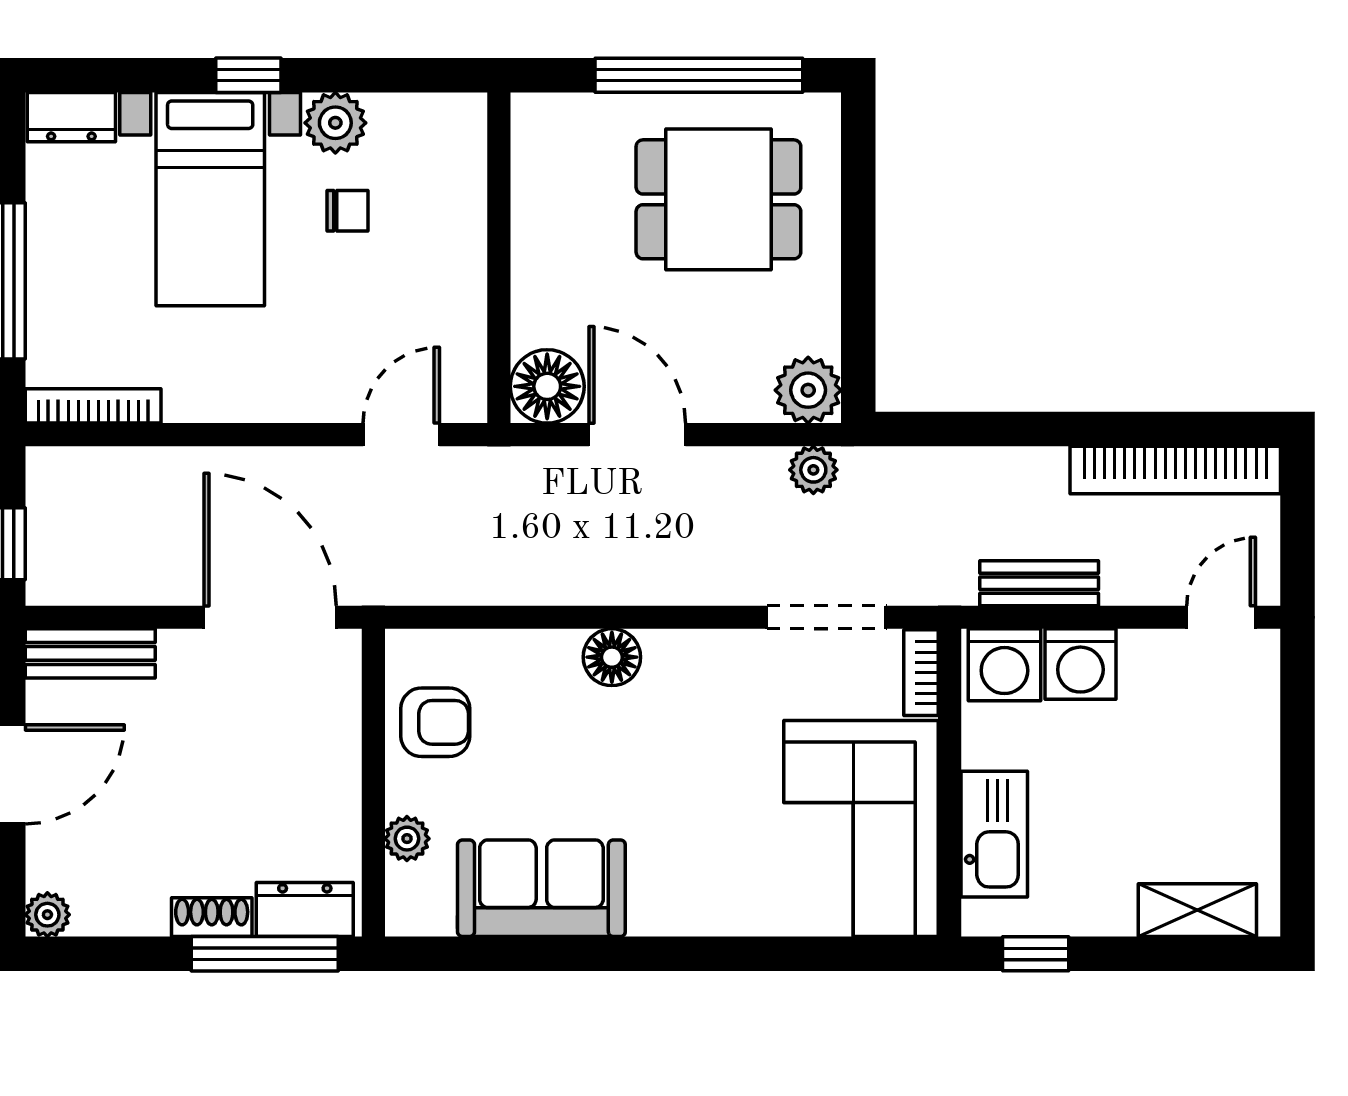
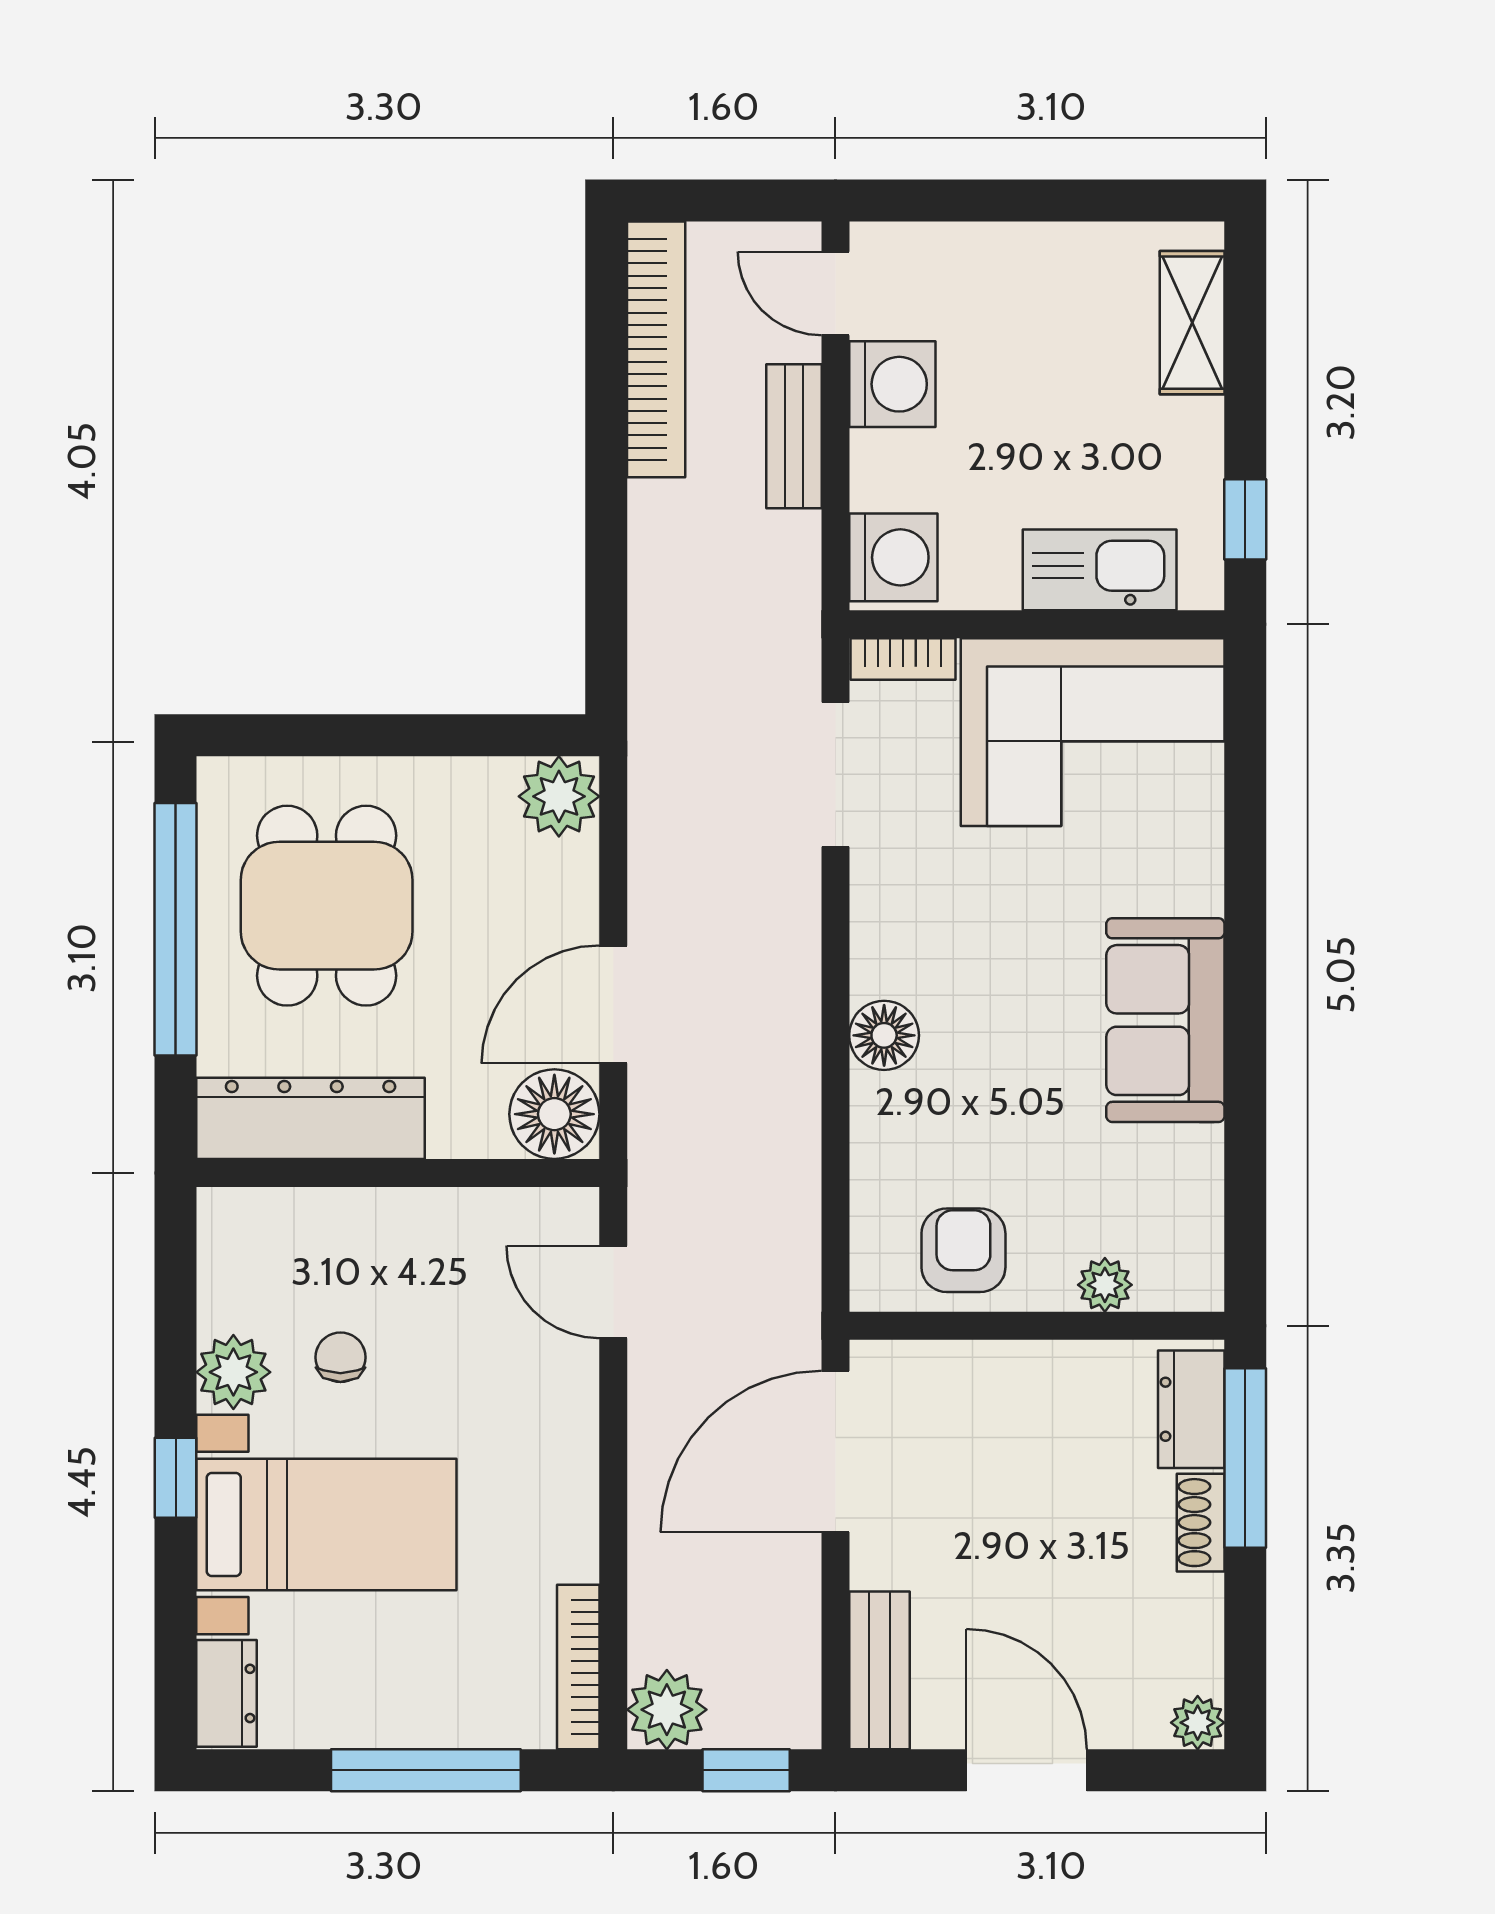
dresser: (544, 186) -> (311, 1118), added
plant: (813, 470) -> (667, 1710), moved, width x1.38, depth x1.38
bench: (1039, 583) -> (794, 436), moved
washing machine: (1080, 664) -> (892, 384), moved
sofa: (541, 888) -> (1165, 1020), moved

